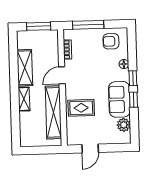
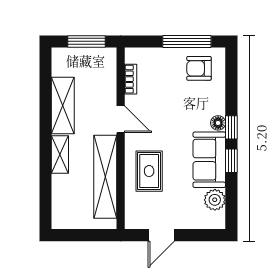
window: (88, 25) -> (187, 41), moved
floor lamp: (124, 64) -> (218, 123), moved
door: (62, 75) -> (121, 119), swing flipped
rug: (81, 108) -> (149, 171), turned 90

